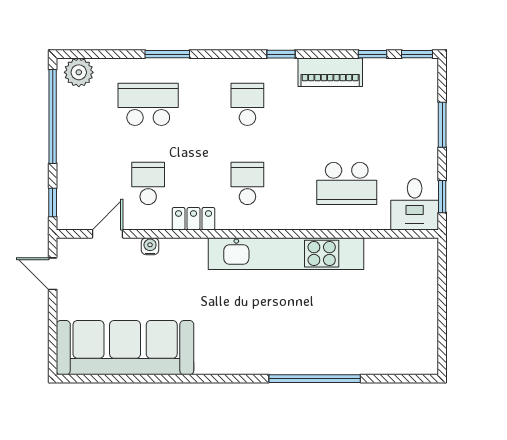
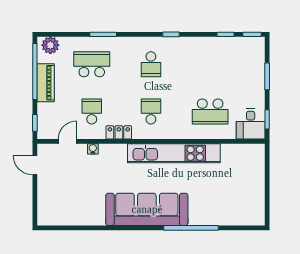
piano: (330, 72) -> (46, 83), moved, turned -90
school desk: (247, 104) -> (151, 64), turned 180
sofa: (125, 348) -> (147, 209), moved

